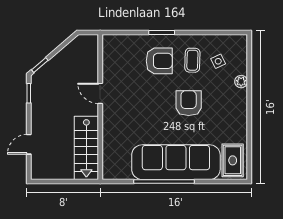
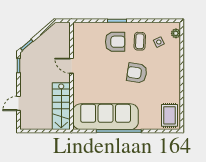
plant: (241, 82) -> (176, 33), moved
armchair: (189, 103) -> (137, 73), turned -81
sofa: (176, 162) -> (106, 117), moved

